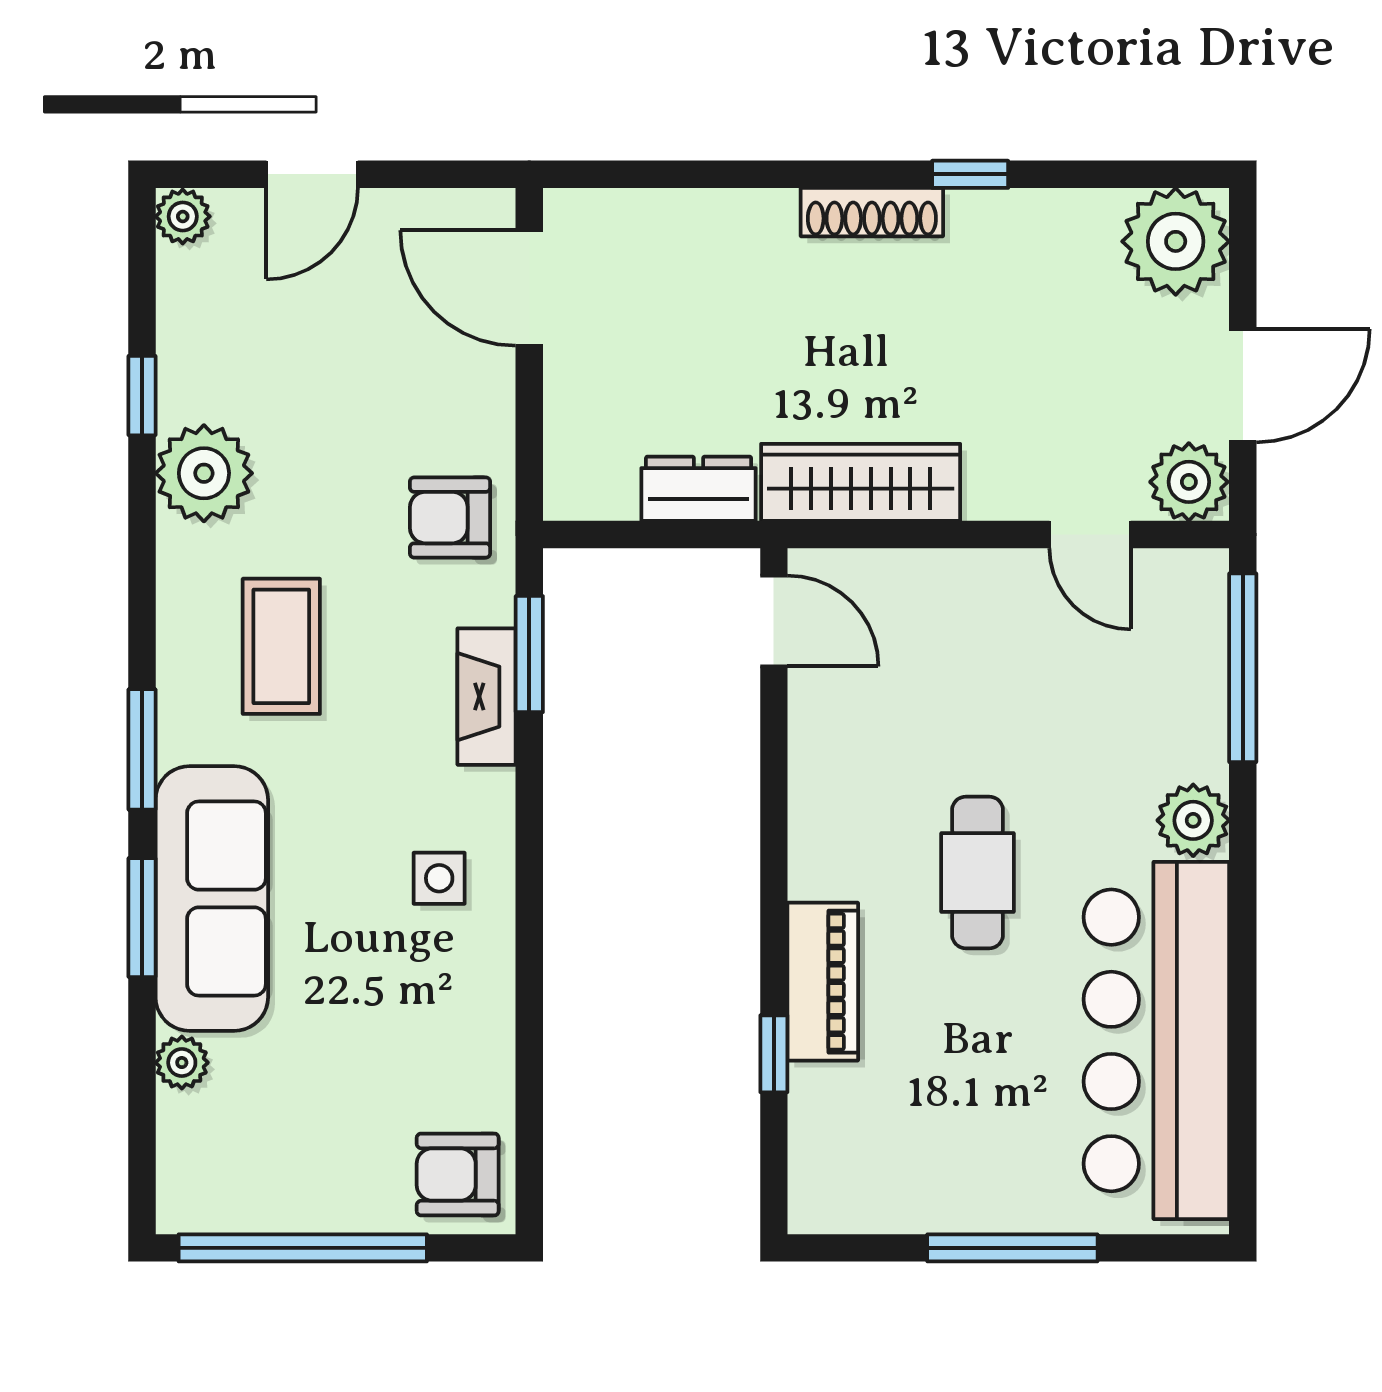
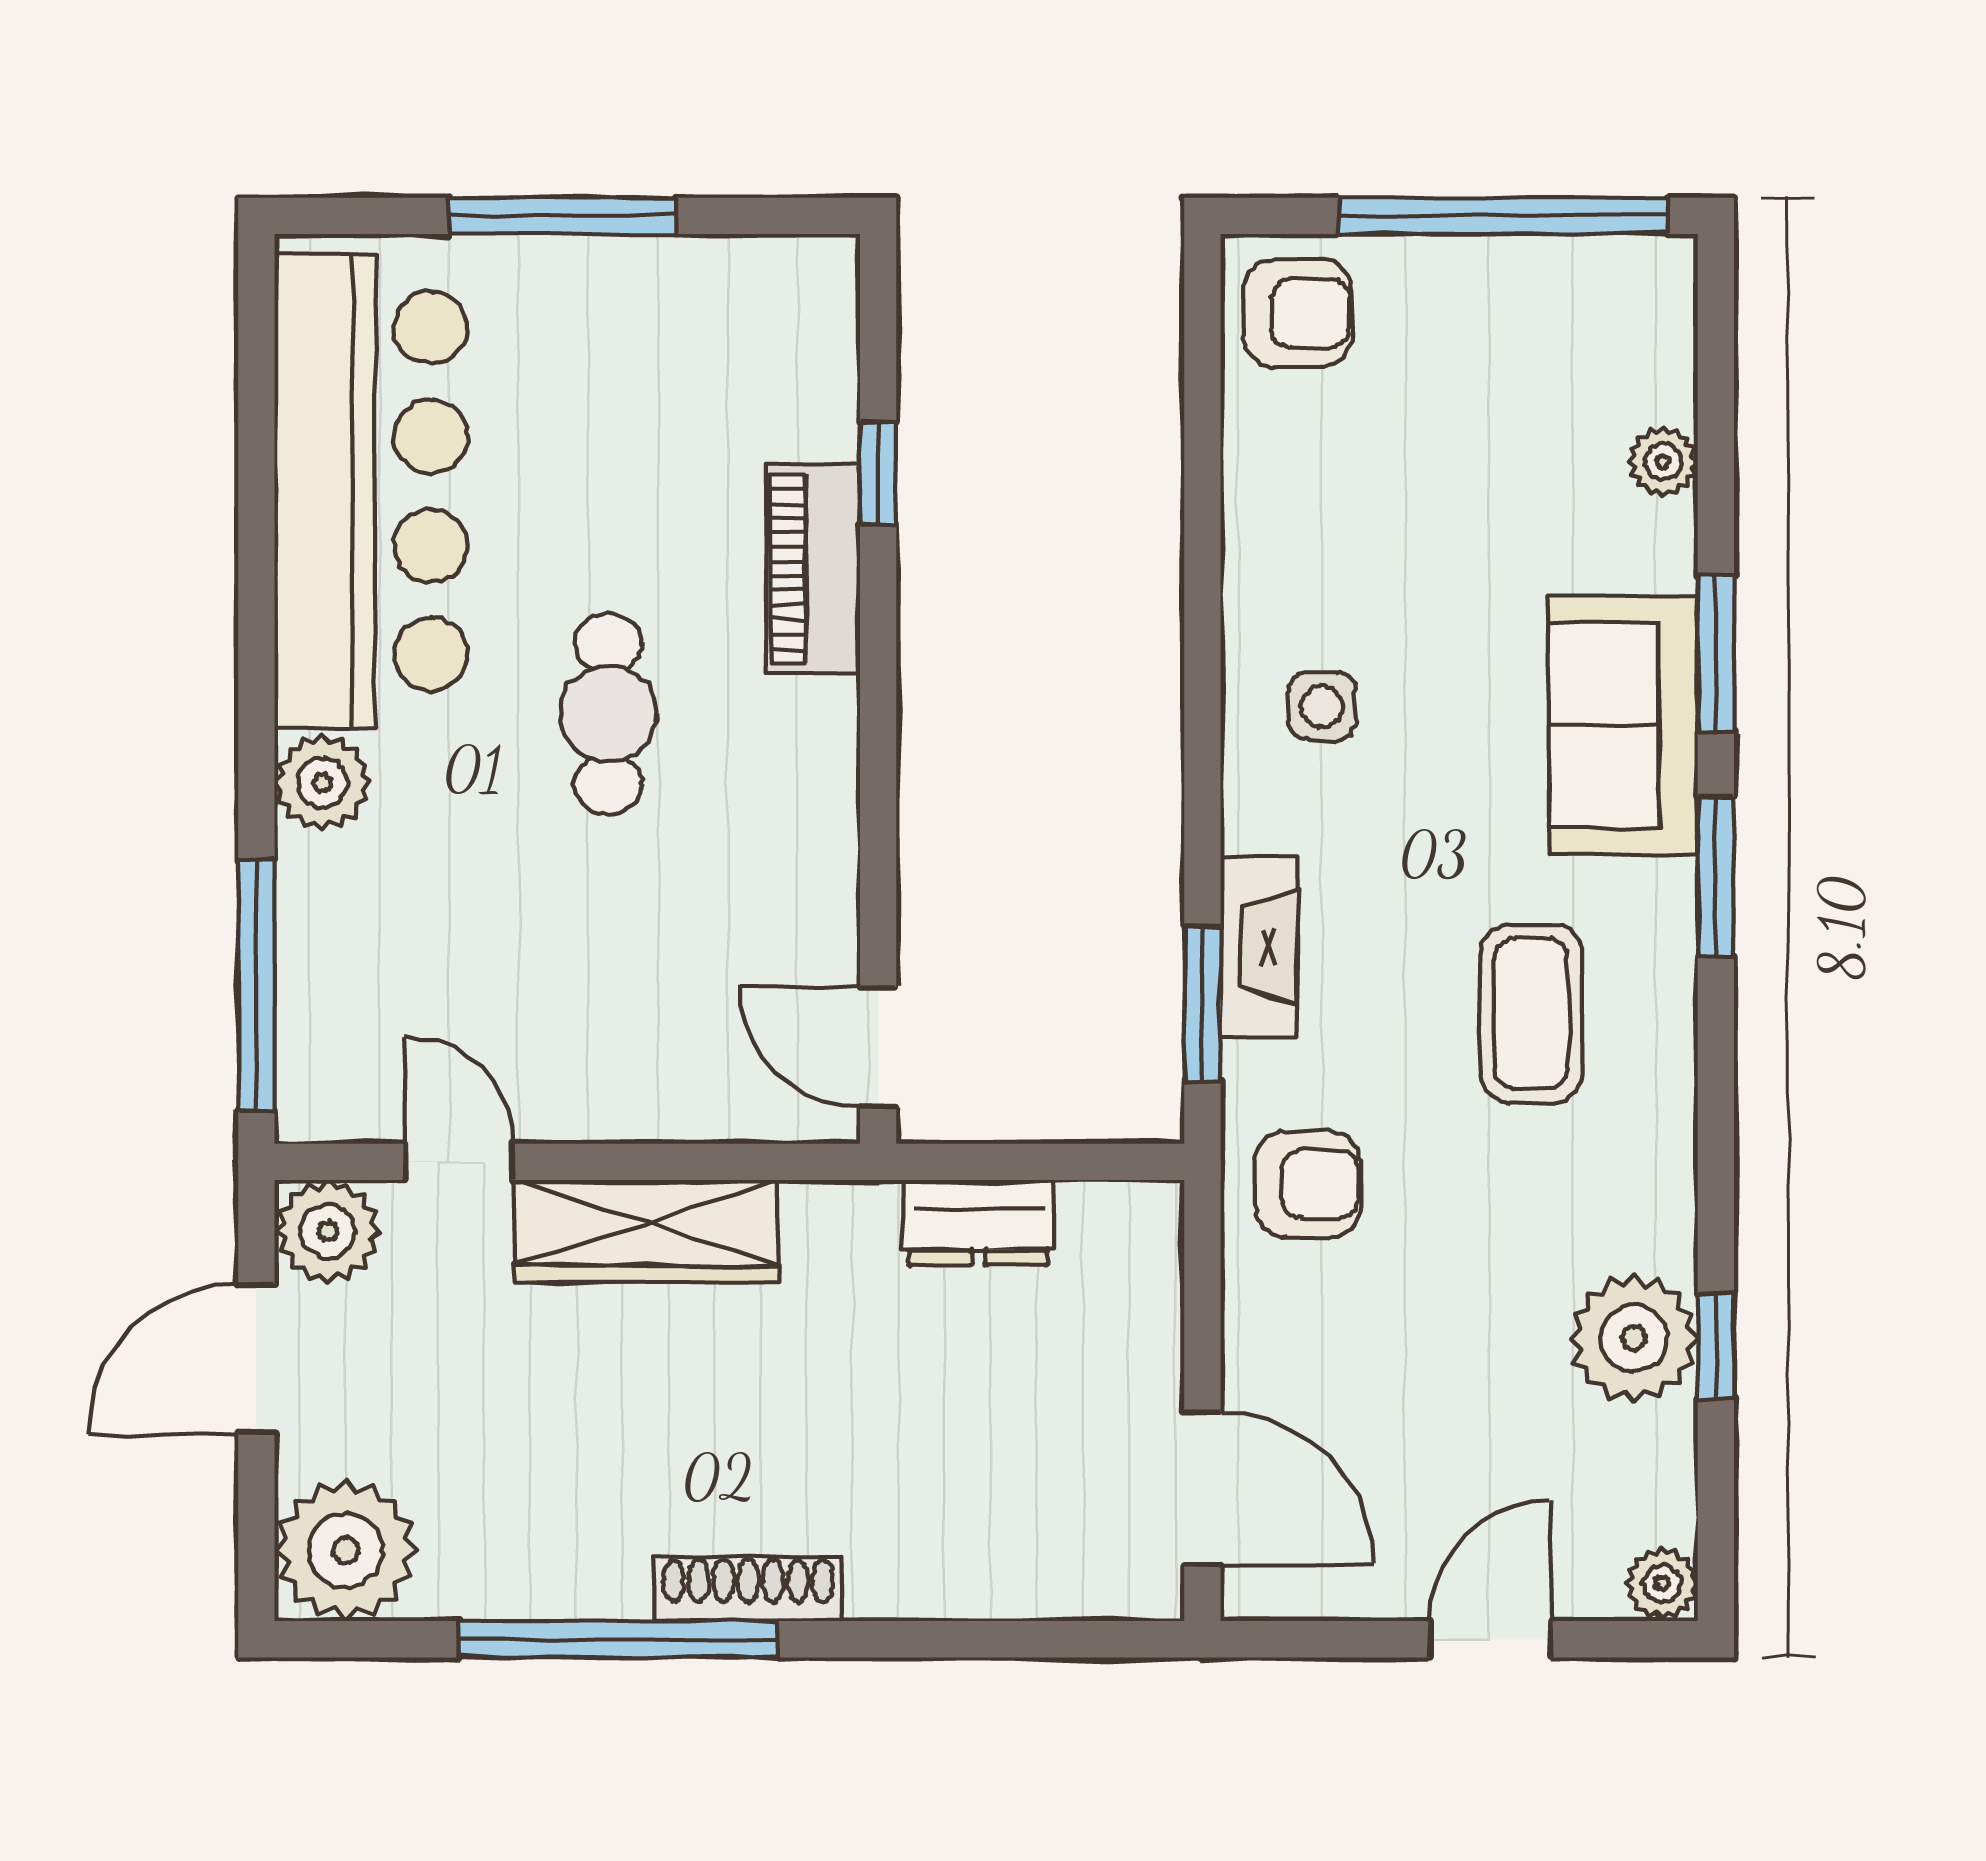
window: (970, 174) -> (618, 1639), width x3.17
plant: (204, 473) -> (1634, 1338), moved
wardrobe: (861, 482) -> (646, 1231), moved
sofa: (212, 899) -> (1623, 726), width x0.73

